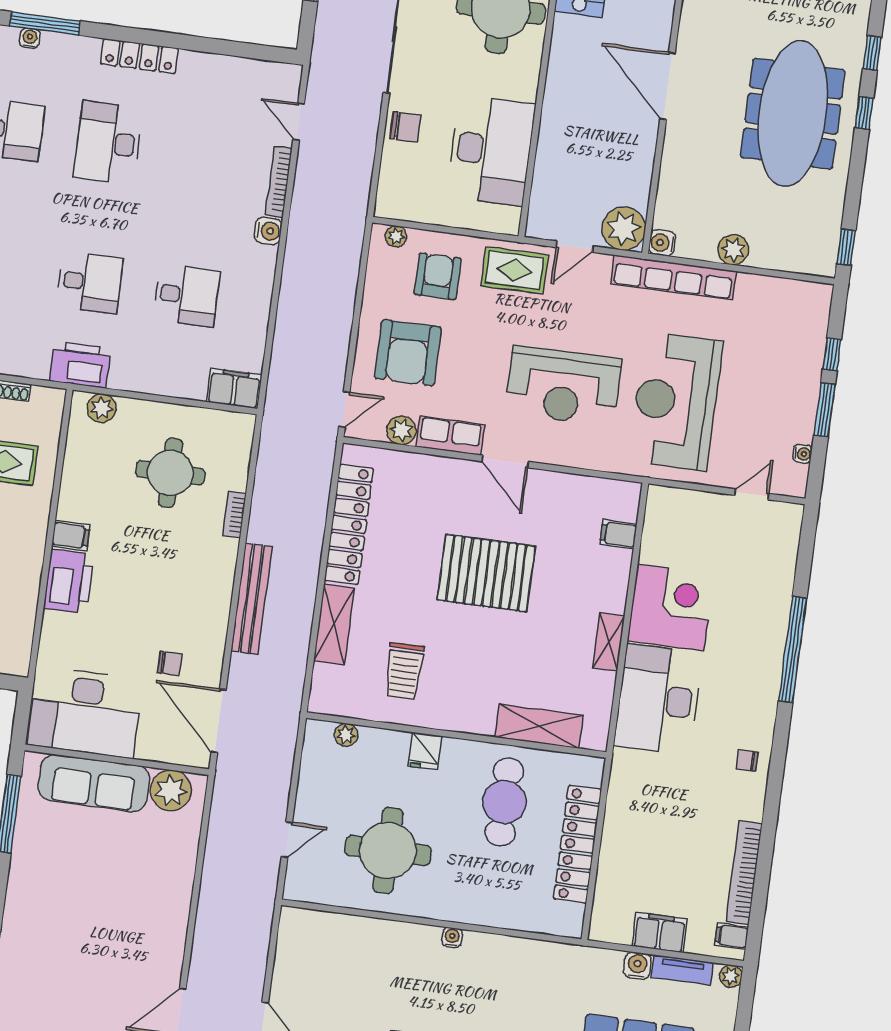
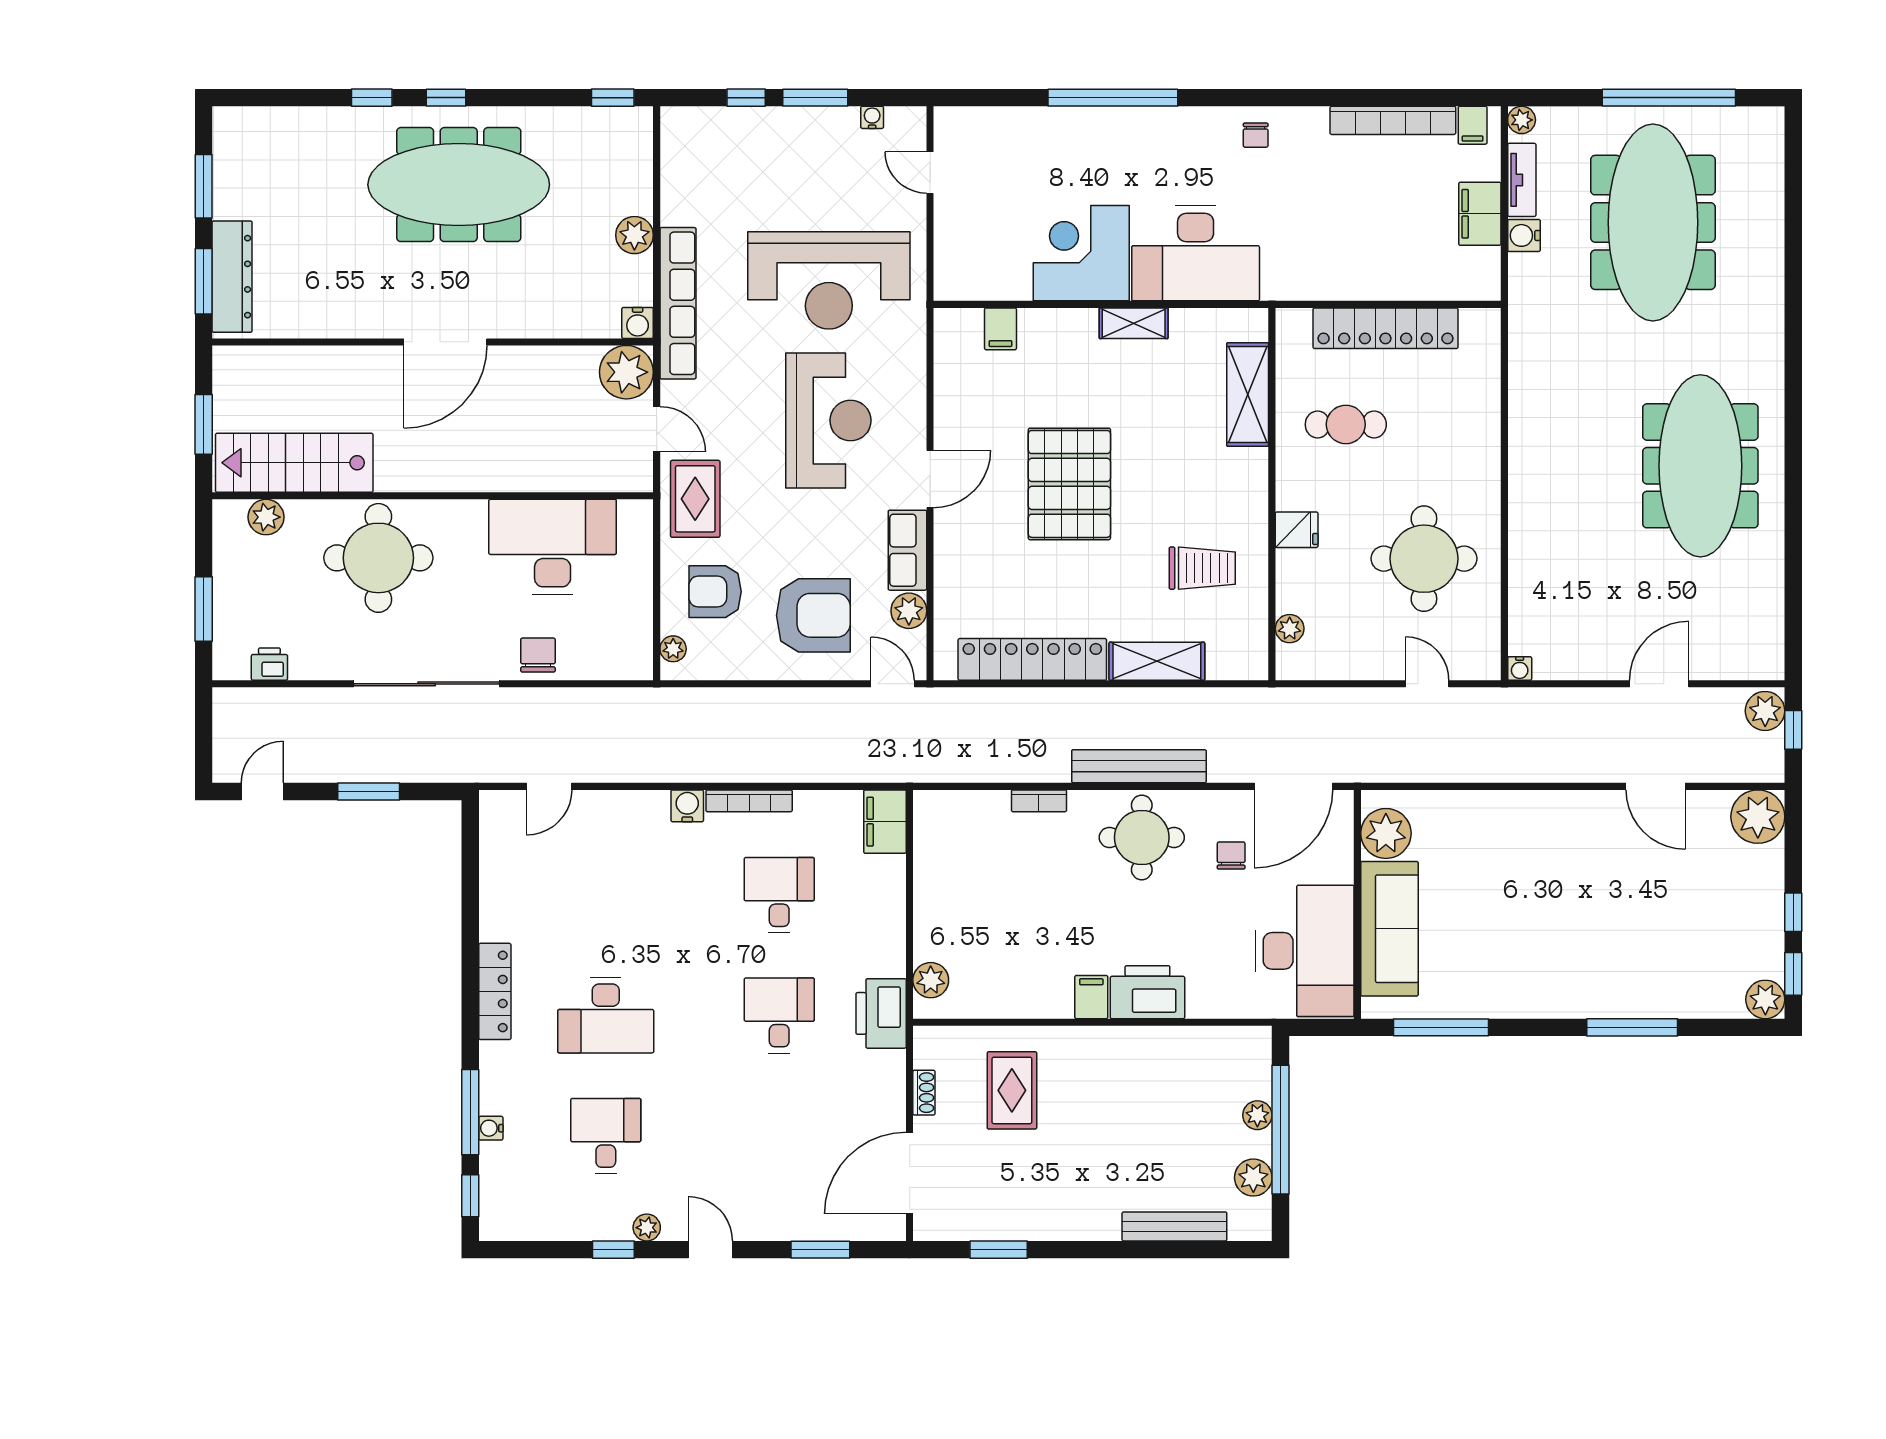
bookcase: (279, 182) -> (749, 801), moved
round table: (170, 473) -> (1142, 837), moved
cafe table: (504, 802) -> (1346, 424), width x0.73, depth x0.74
water cooler: (452, 937) -> (1520, 669), moved, turned -90

